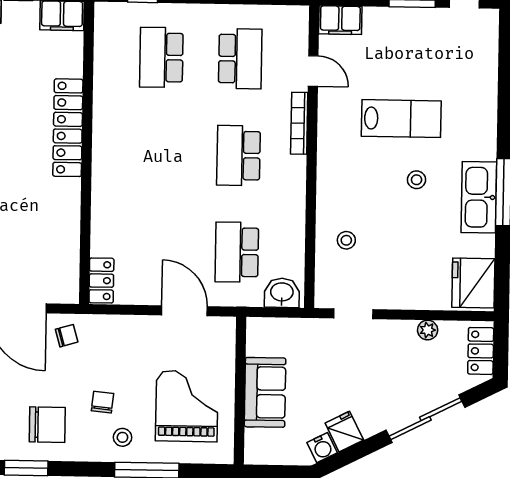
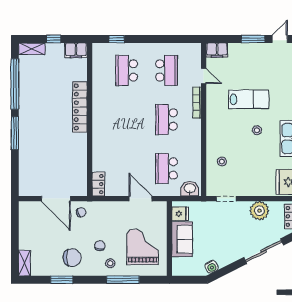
plant: (428, 330) -> (259, 211), width x1.87, depth x1.87
fridge: (344, 432) -> (180, 214), moved, turned 117

